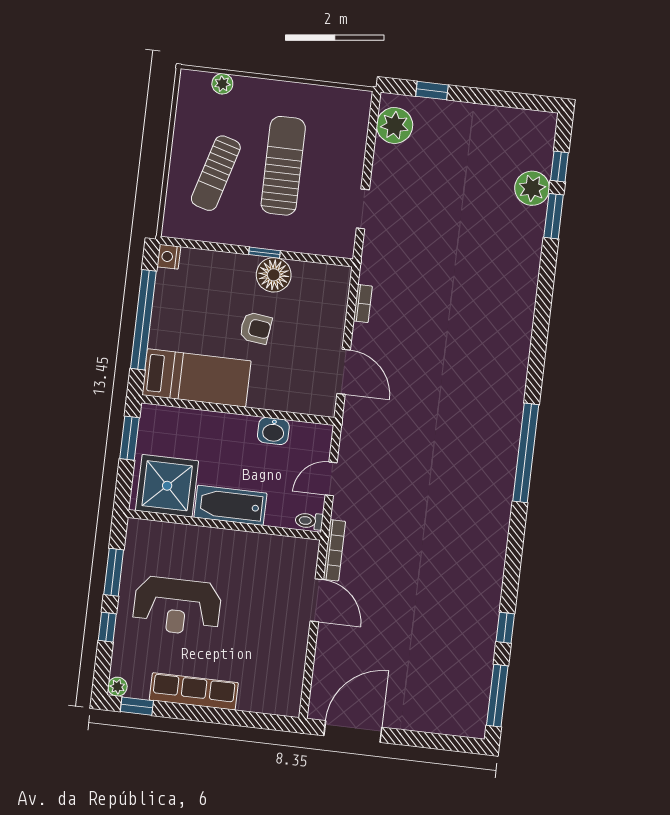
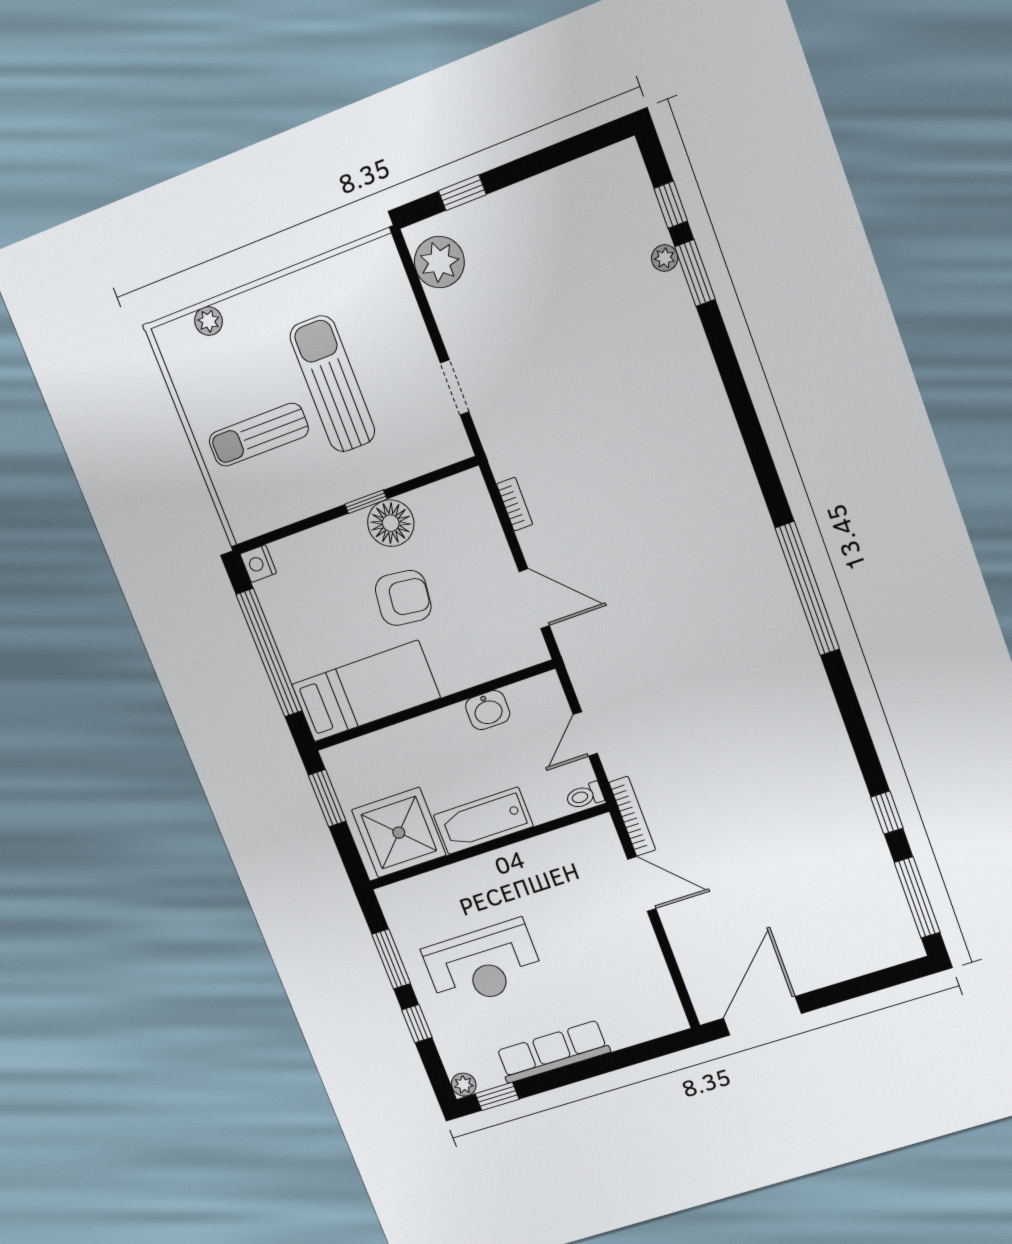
sun lounger: (216, 173) -> (259, 435), turned 74
plant: (532, 188) -> (665, 258), width x0.53, depth x0.53
armchair: (256, 328) -> (403, 598), width x1.38, depth x1.38

